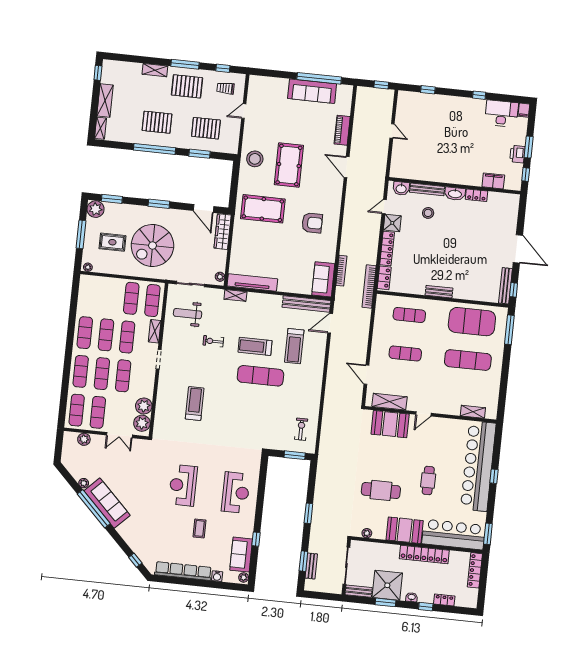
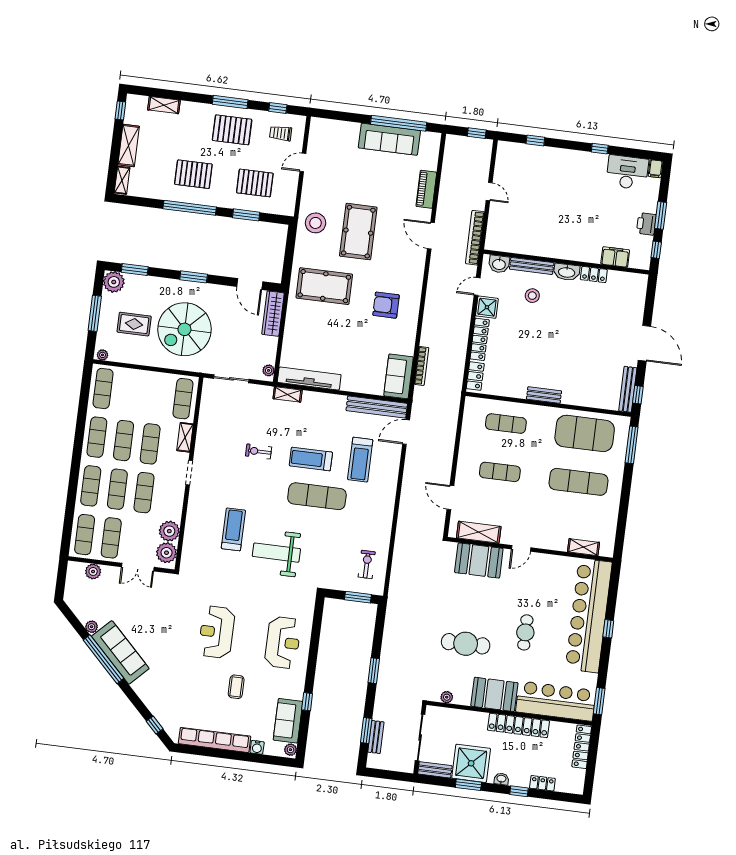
shelving: (155, 70) -> (164, 105), moved
armchair: (312, 223) -> (386, 305), turned 180
bookcase: (369, 286) -> (475, 238), moved
exercise mat: (131, 298) -> (103, 388), moved
weight bench: (188, 314) -> (276, 553), moved, width x1.36, depth x1.33

